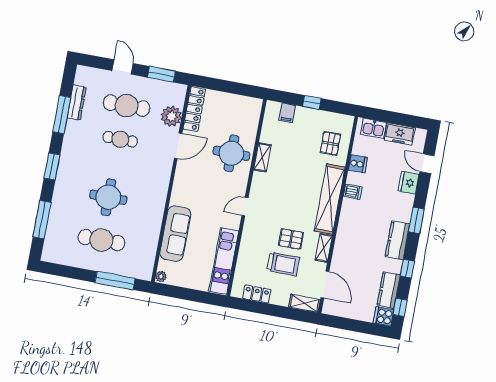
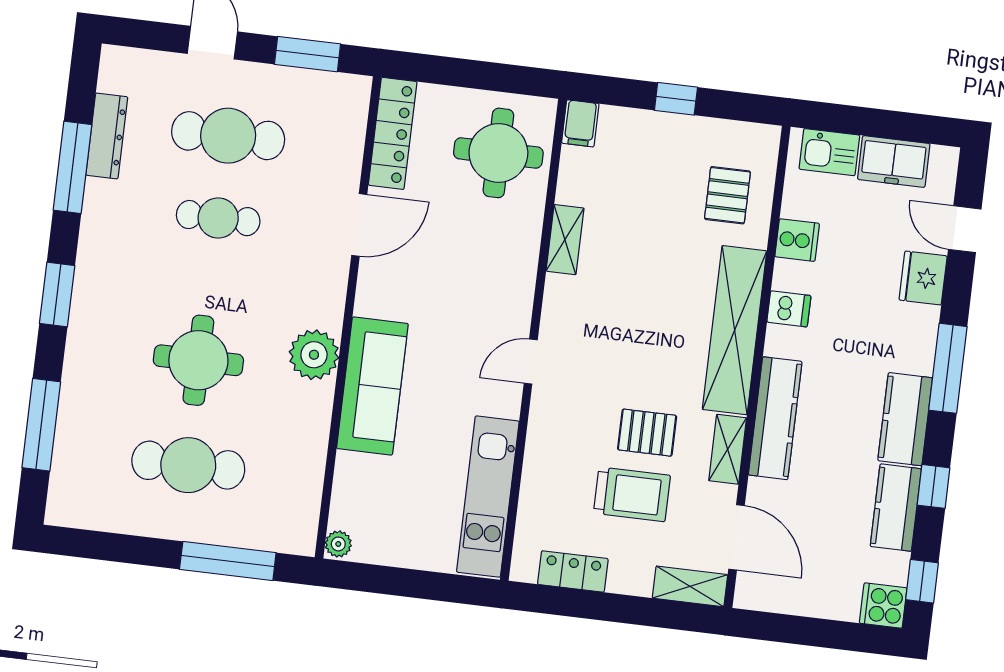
filing cabinet: (287, 113) -> (580, 123), moved
plant: (171, 116) -> (314, 355), moved
round table: (231, 153) -> (498, 153), moved
window: (416, 220) -> (948, 368), width x1.44
sofa: (175, 234) -> (372, 386), moved
kitchen counter: (344, 236) -> (775, 418), added
kitchen counter: (389, 290) -> (896, 508), moved

